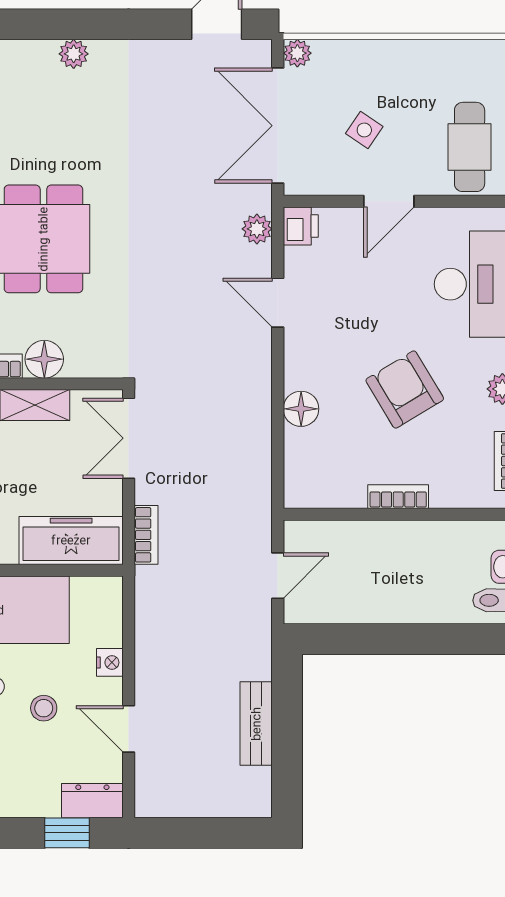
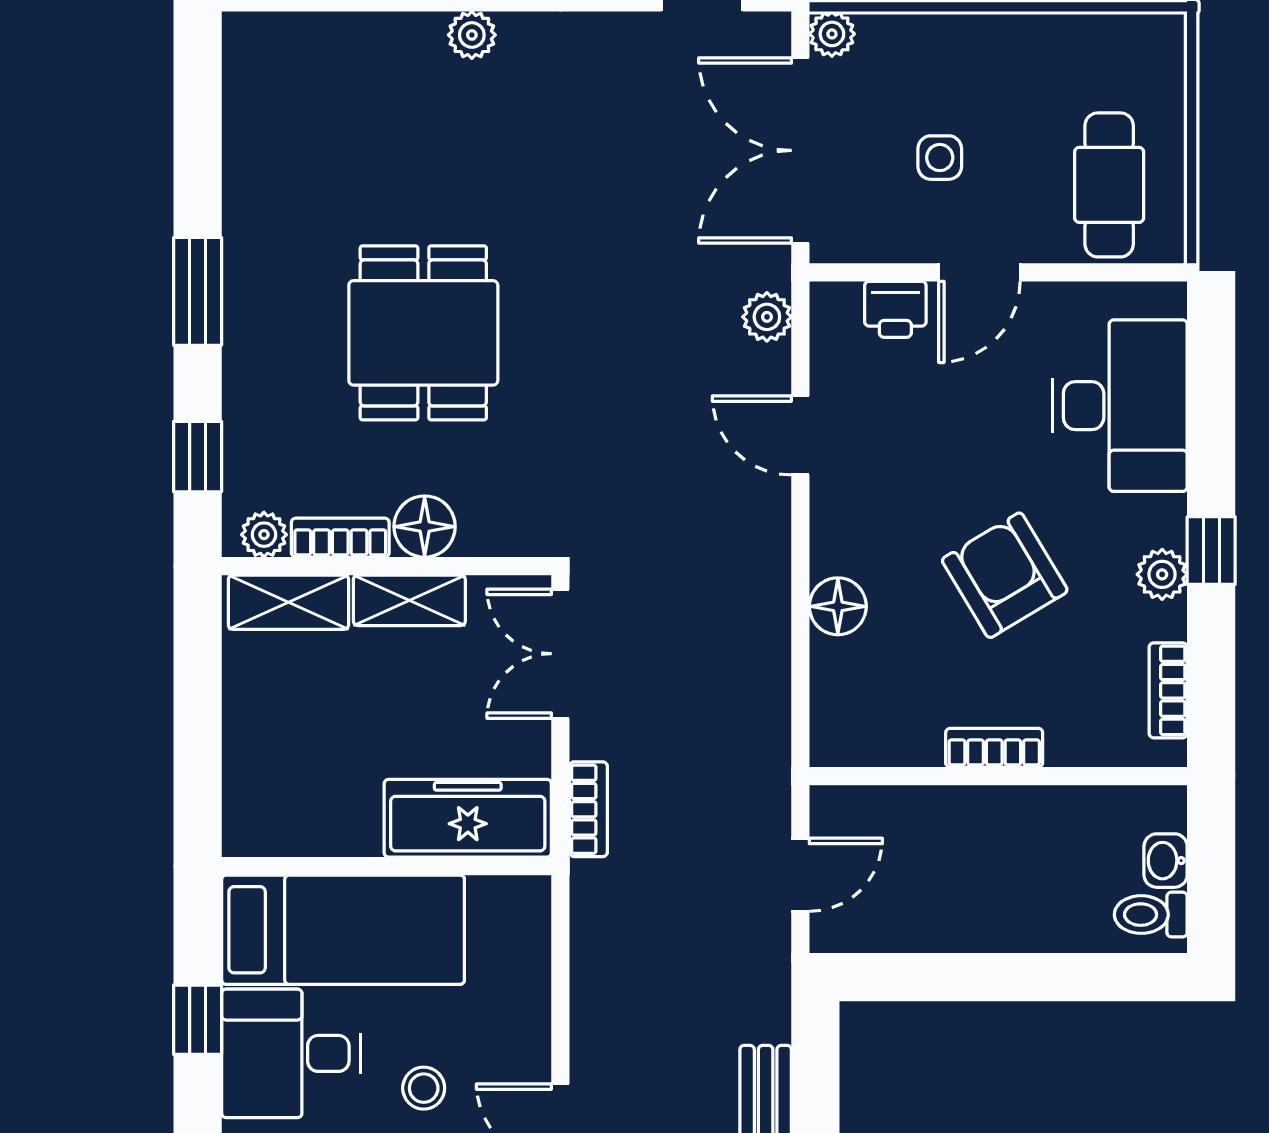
side table: (364, 130) -> (940, 158), turned -34
printer: (301, 226) -> (895, 309), moved, turned 90
nightstand: (110, 662) -> (530, 1015), removed

